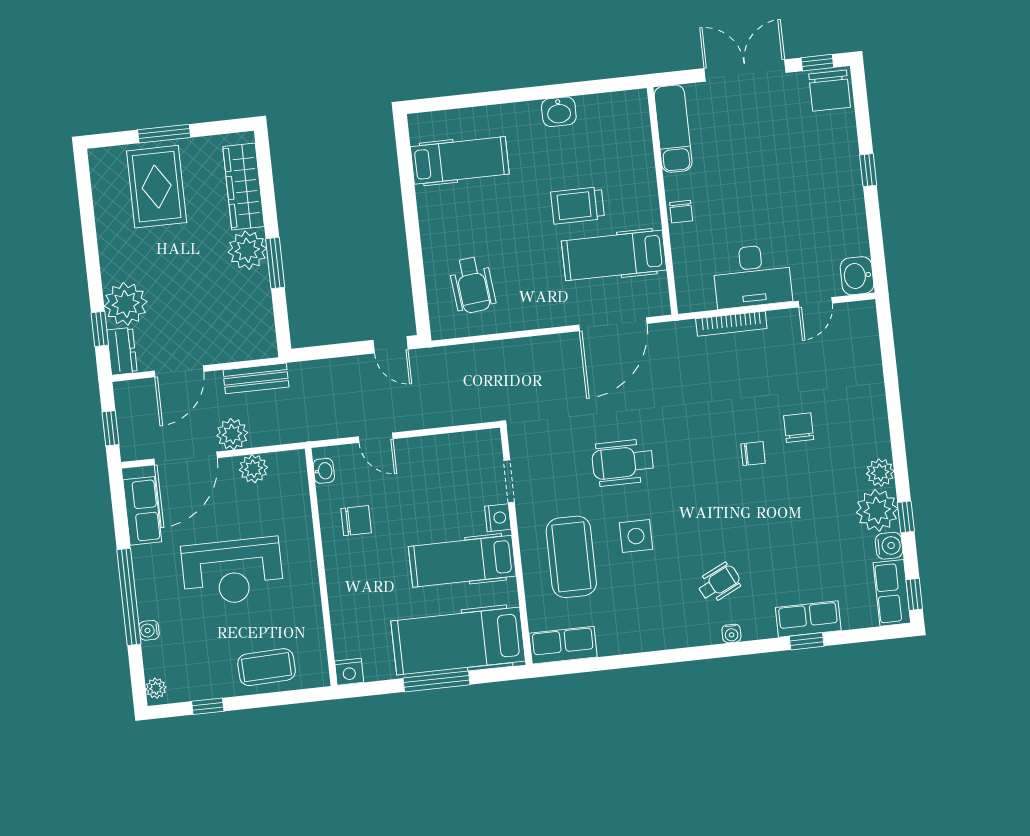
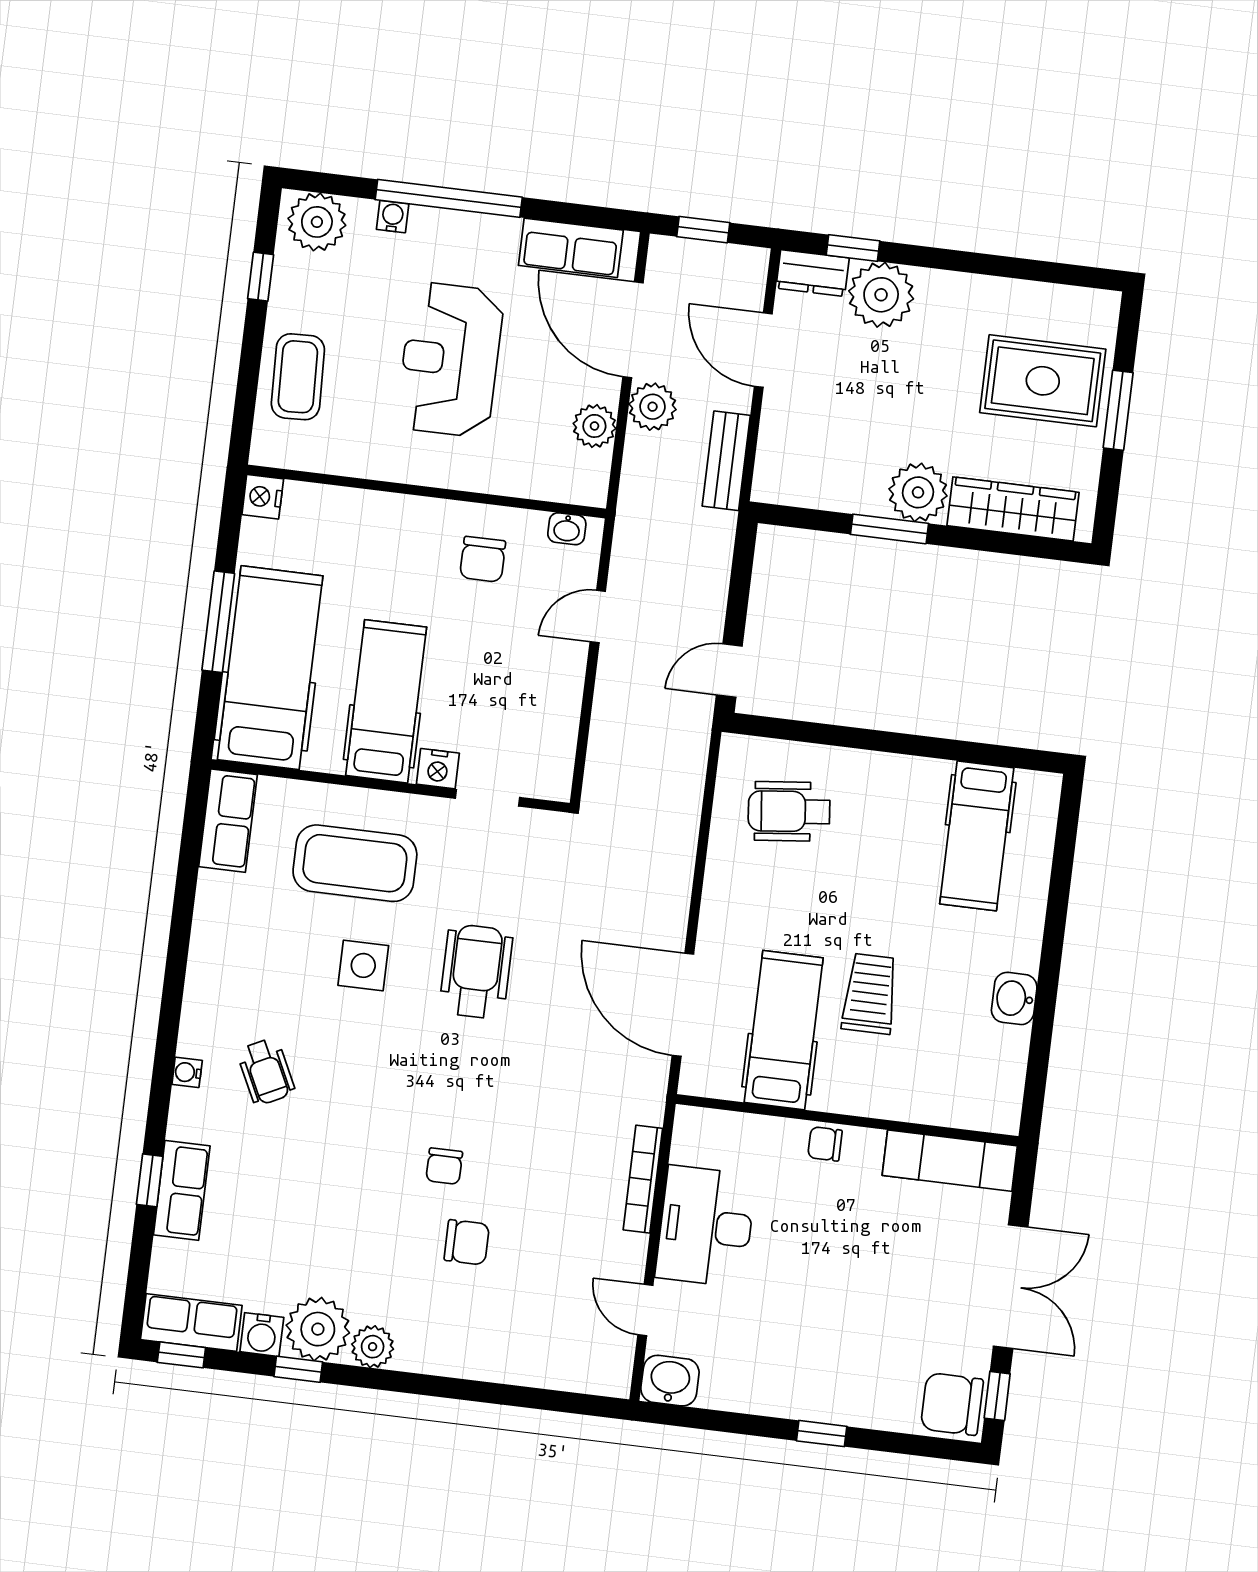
plant: (156, 688) -> (317, 222), width x1.88, depth x1.88

